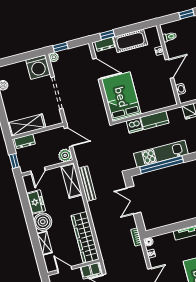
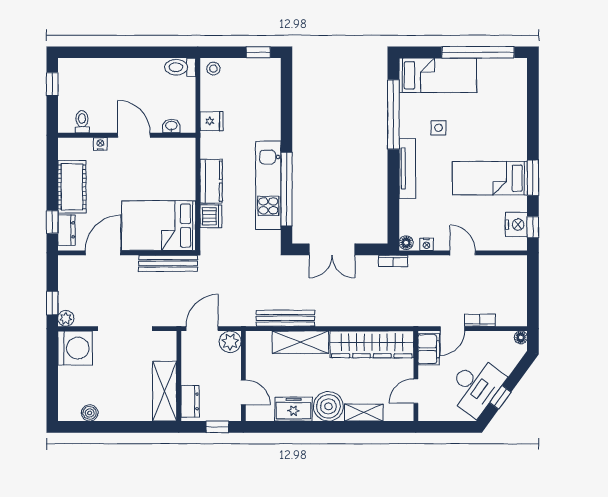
bench: (101, 108) -> (168, 263), added
shelving: (71, 181) -> (300, 342), moved

